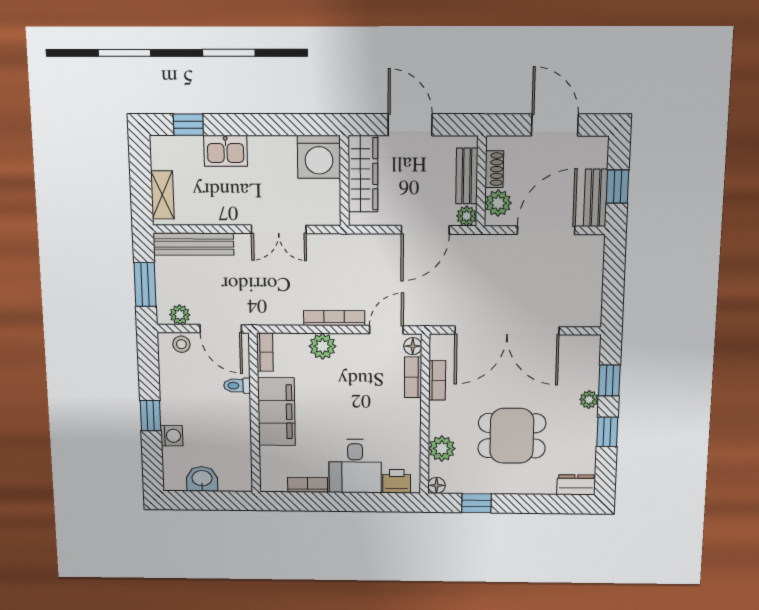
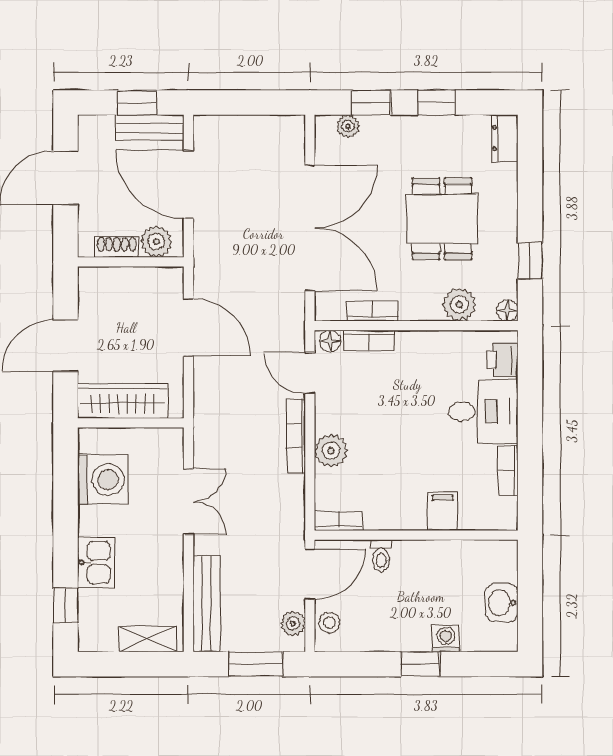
washing machine: (319, 157) -> (103, 480), moved
bench: (467, 176) -> (125, 279), removed
plant: (467, 216) -> (172, 278), removed
plant: (589, 400) -> (348, 126), moved
filing cabinet: (276, 412) -> (443, 511), width x0.33, depth x0.86

